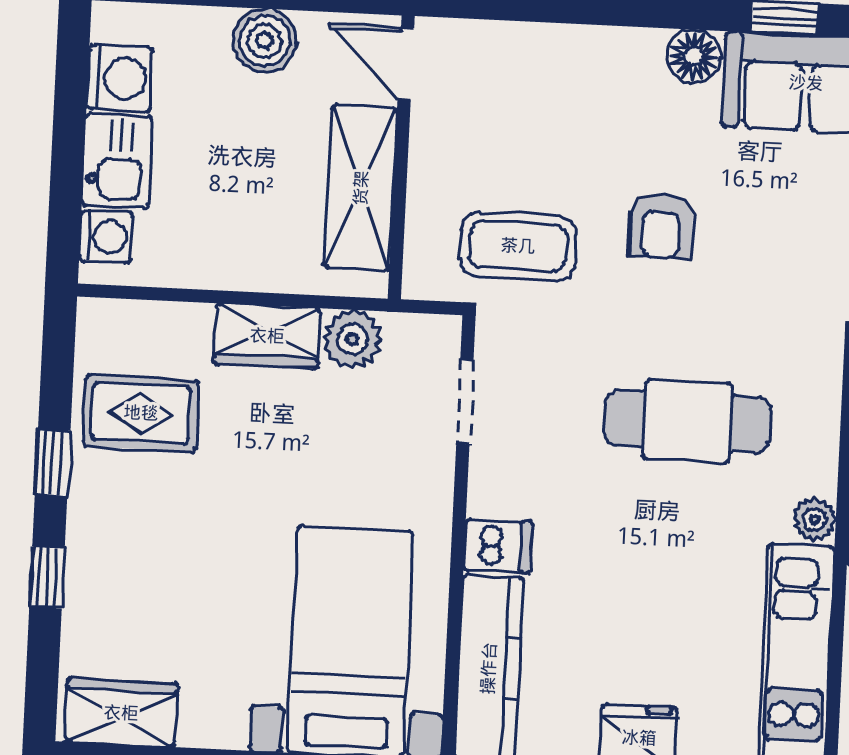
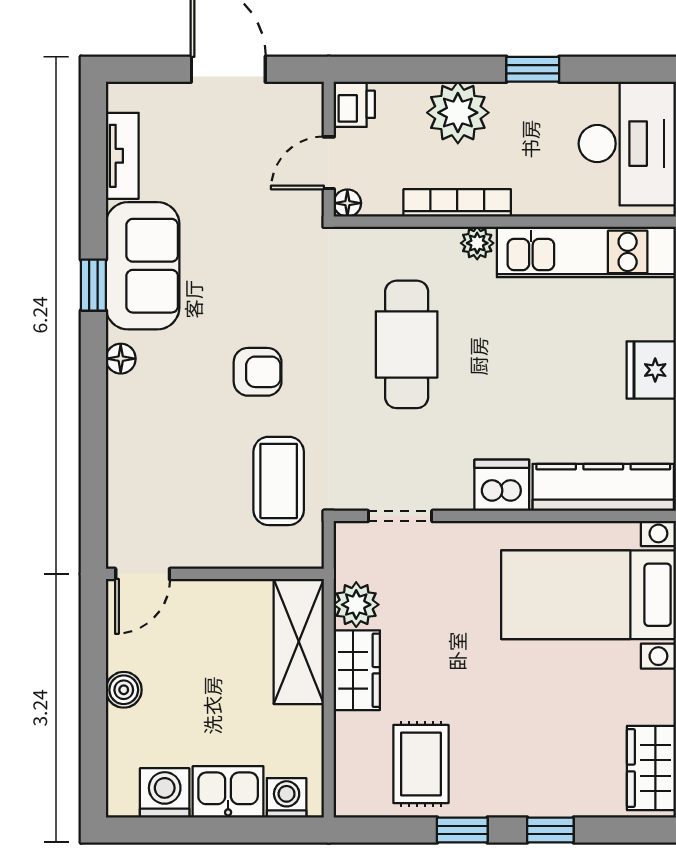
boiler: (264, 41) -> (124, 690), width x0.73, depth x0.73
floor lamp: (694, 56) -> (121, 359), width x0.73, depth x0.73
shelving: (361, 188) -> (299, 642), moved, turned 90
dishwasher: (498, 546) -> (502, 485), width x1.38

